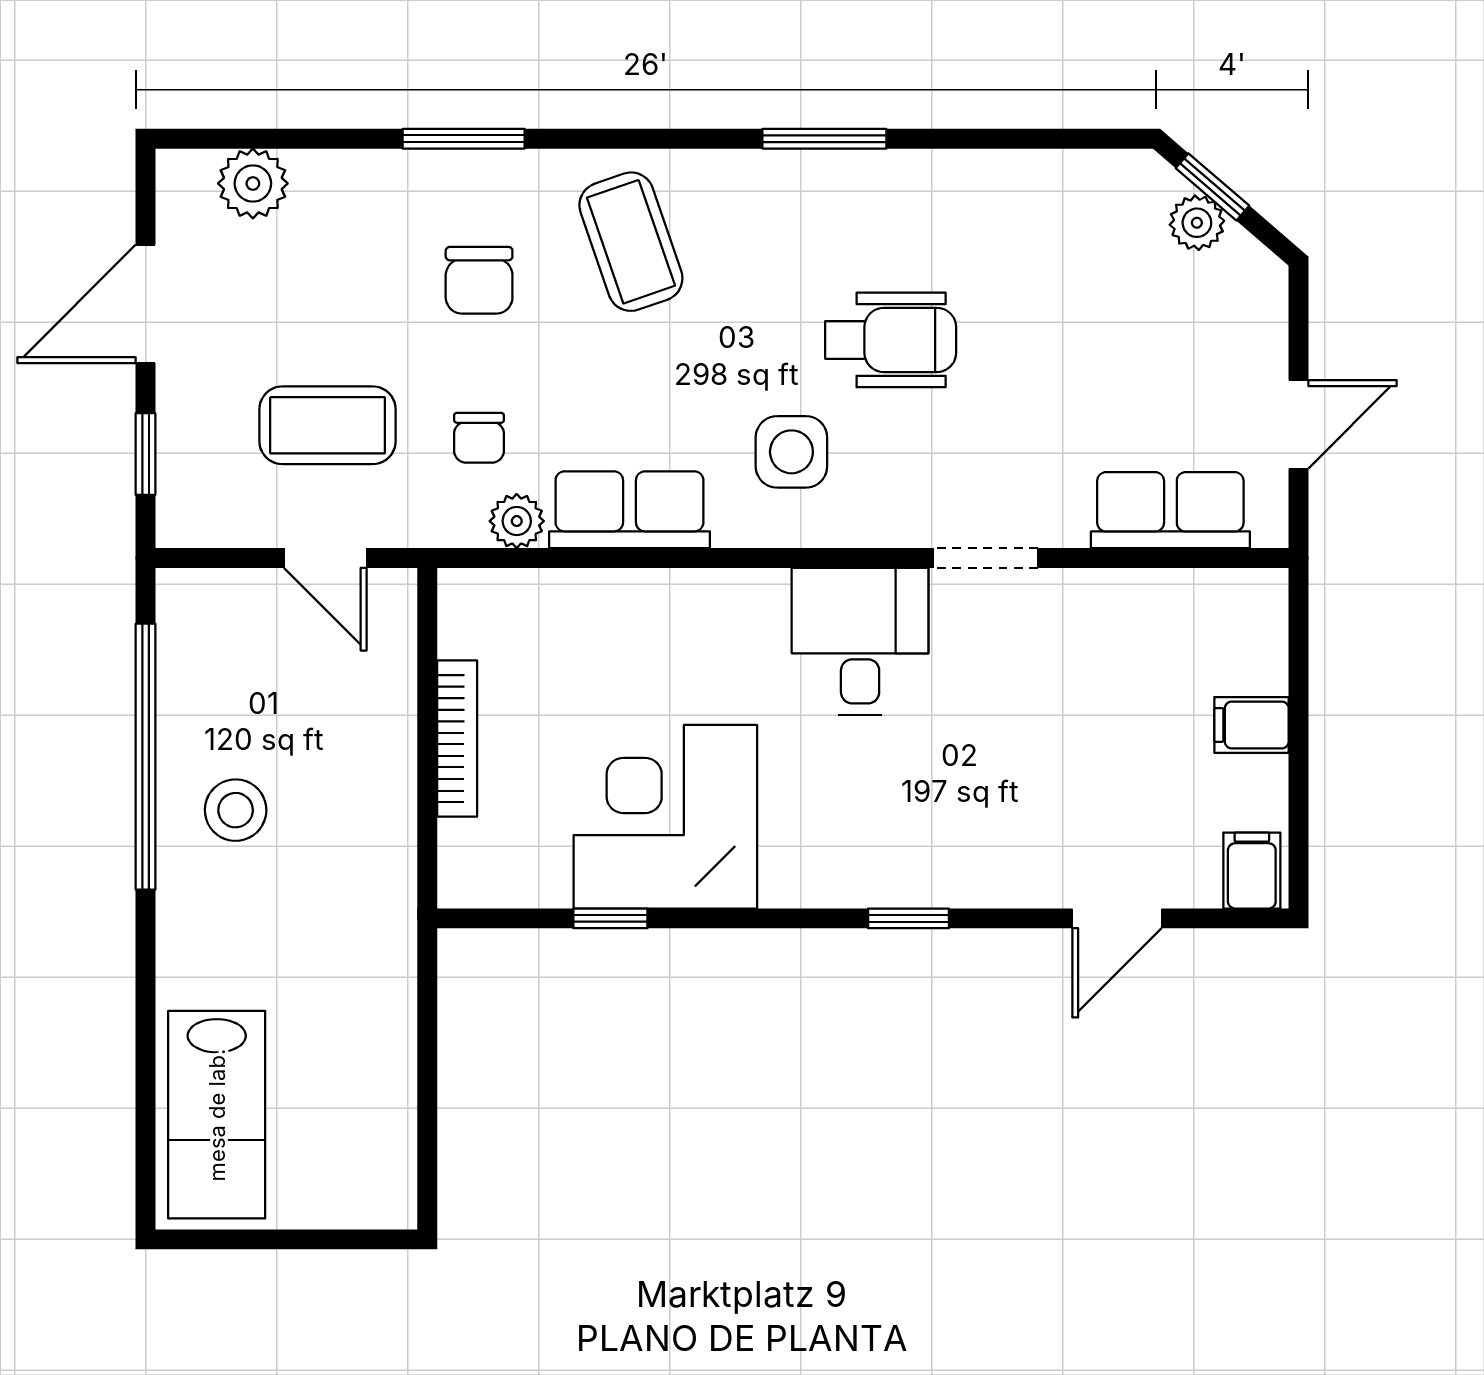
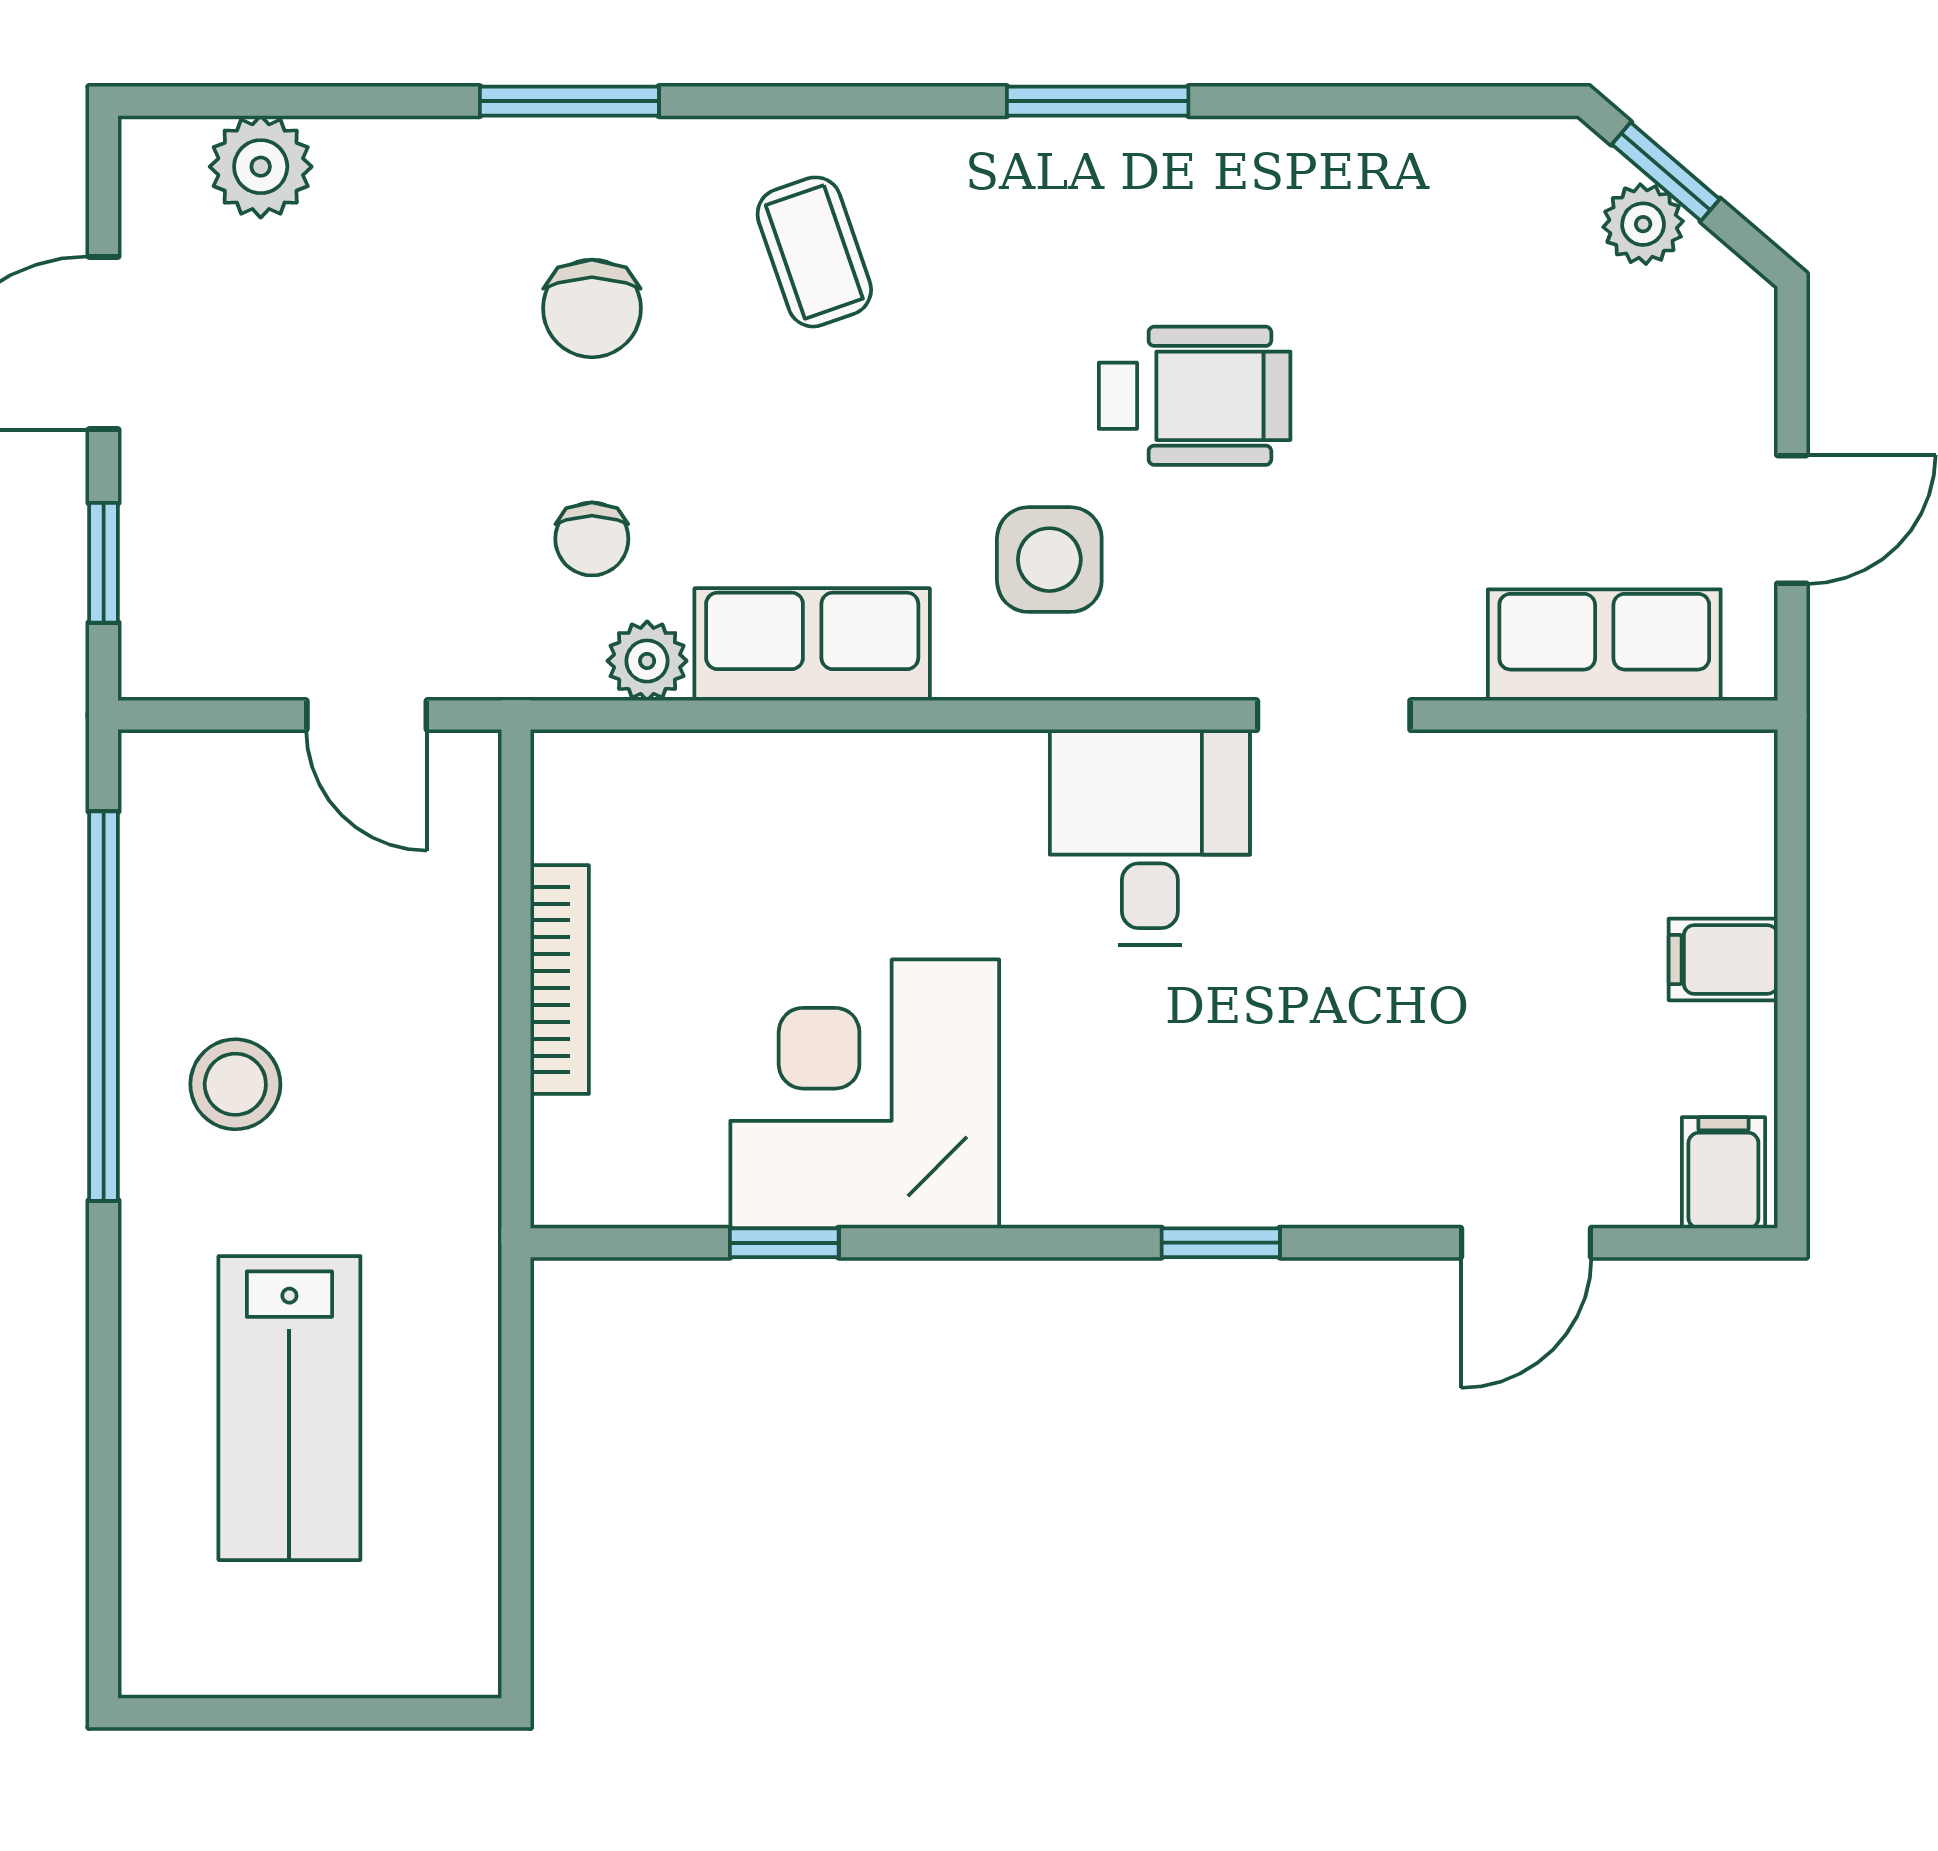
coffee table: (631, 242) -> (814, 252), width x0.73, depth x0.77
coffee table: (328, 425) -> (370, 521), removed
lab bench: (217, 1115) -> (289, 1408), moved

